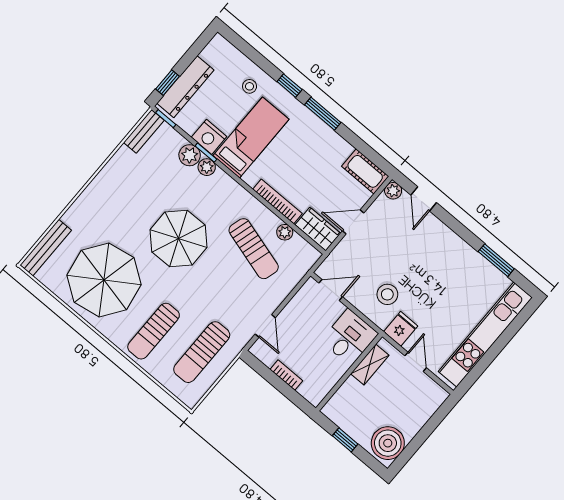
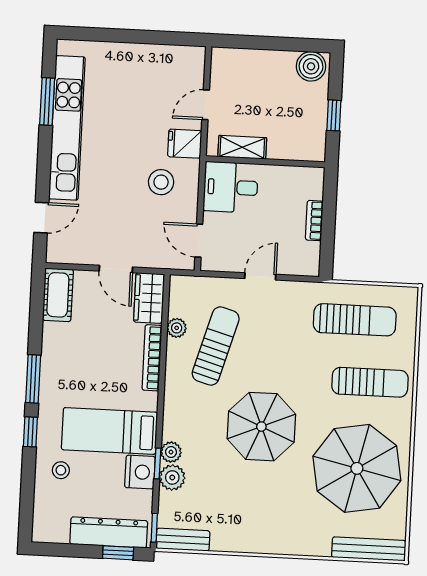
plant: (393, 191) -> (56, 253), removed
door: (265, 326) -> (260, 276), moved
kitchen unit: (485, 335) -> (67, 128), moved, turned -90
boiler: (388, 443) -> (311, 66), width x0.73, depth x0.73

